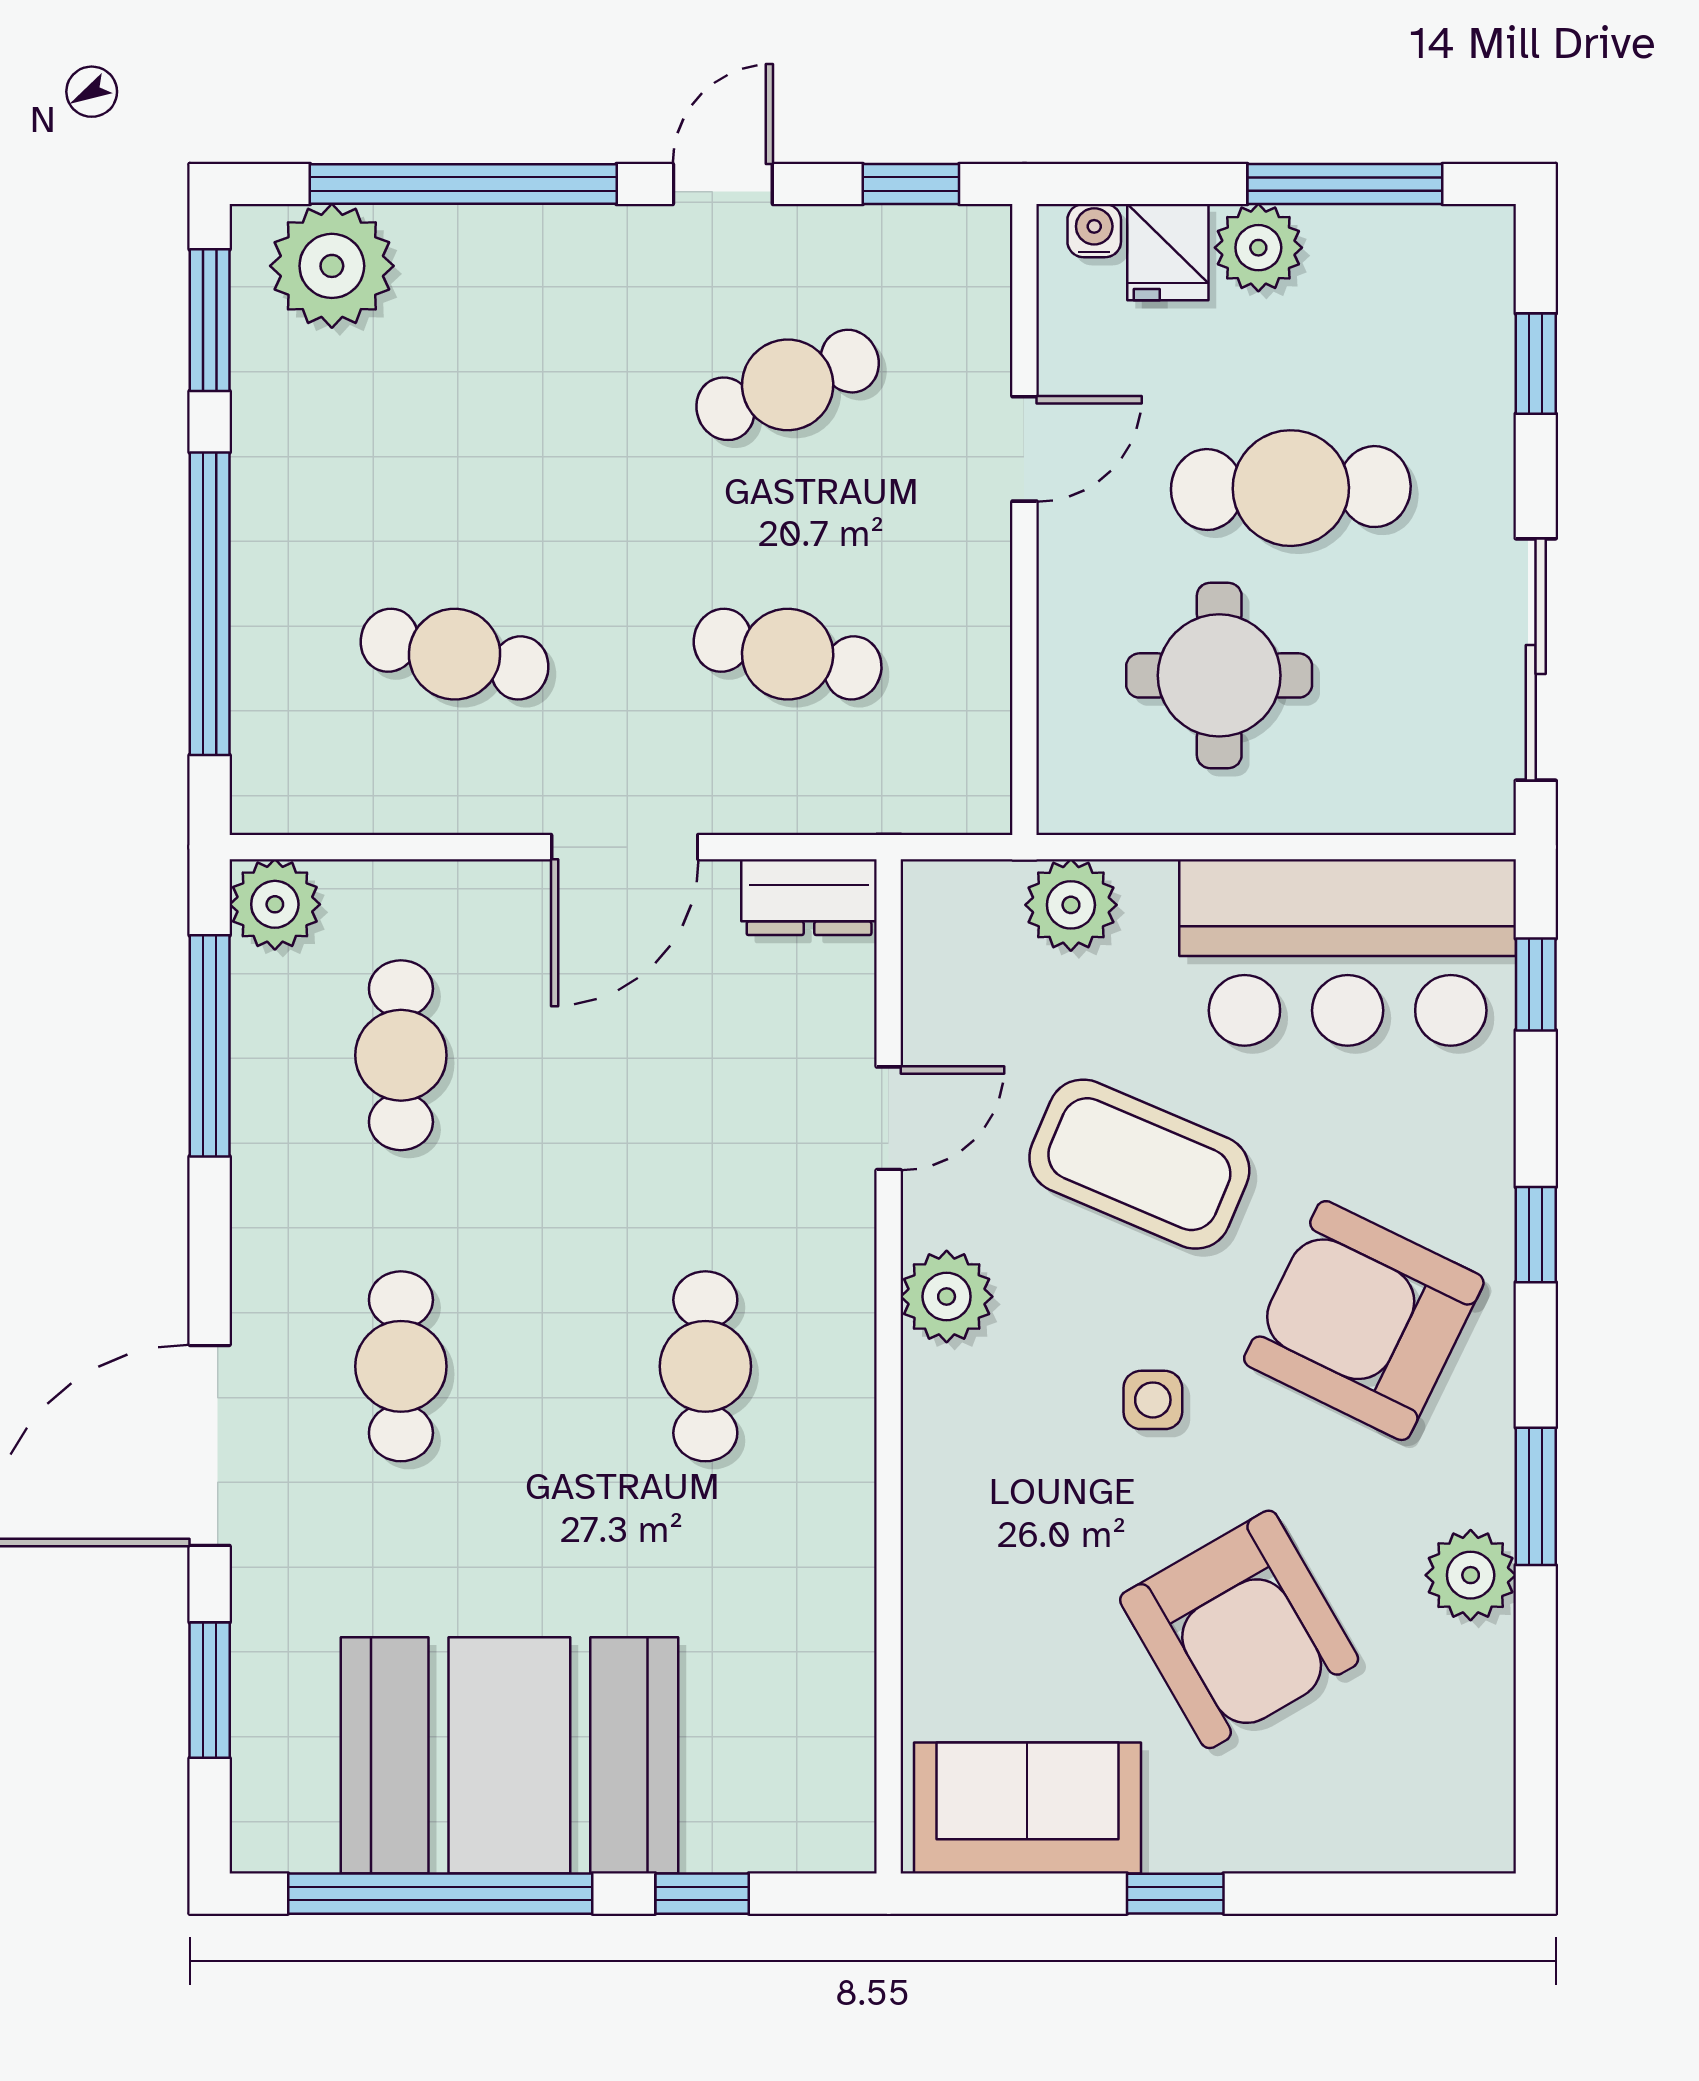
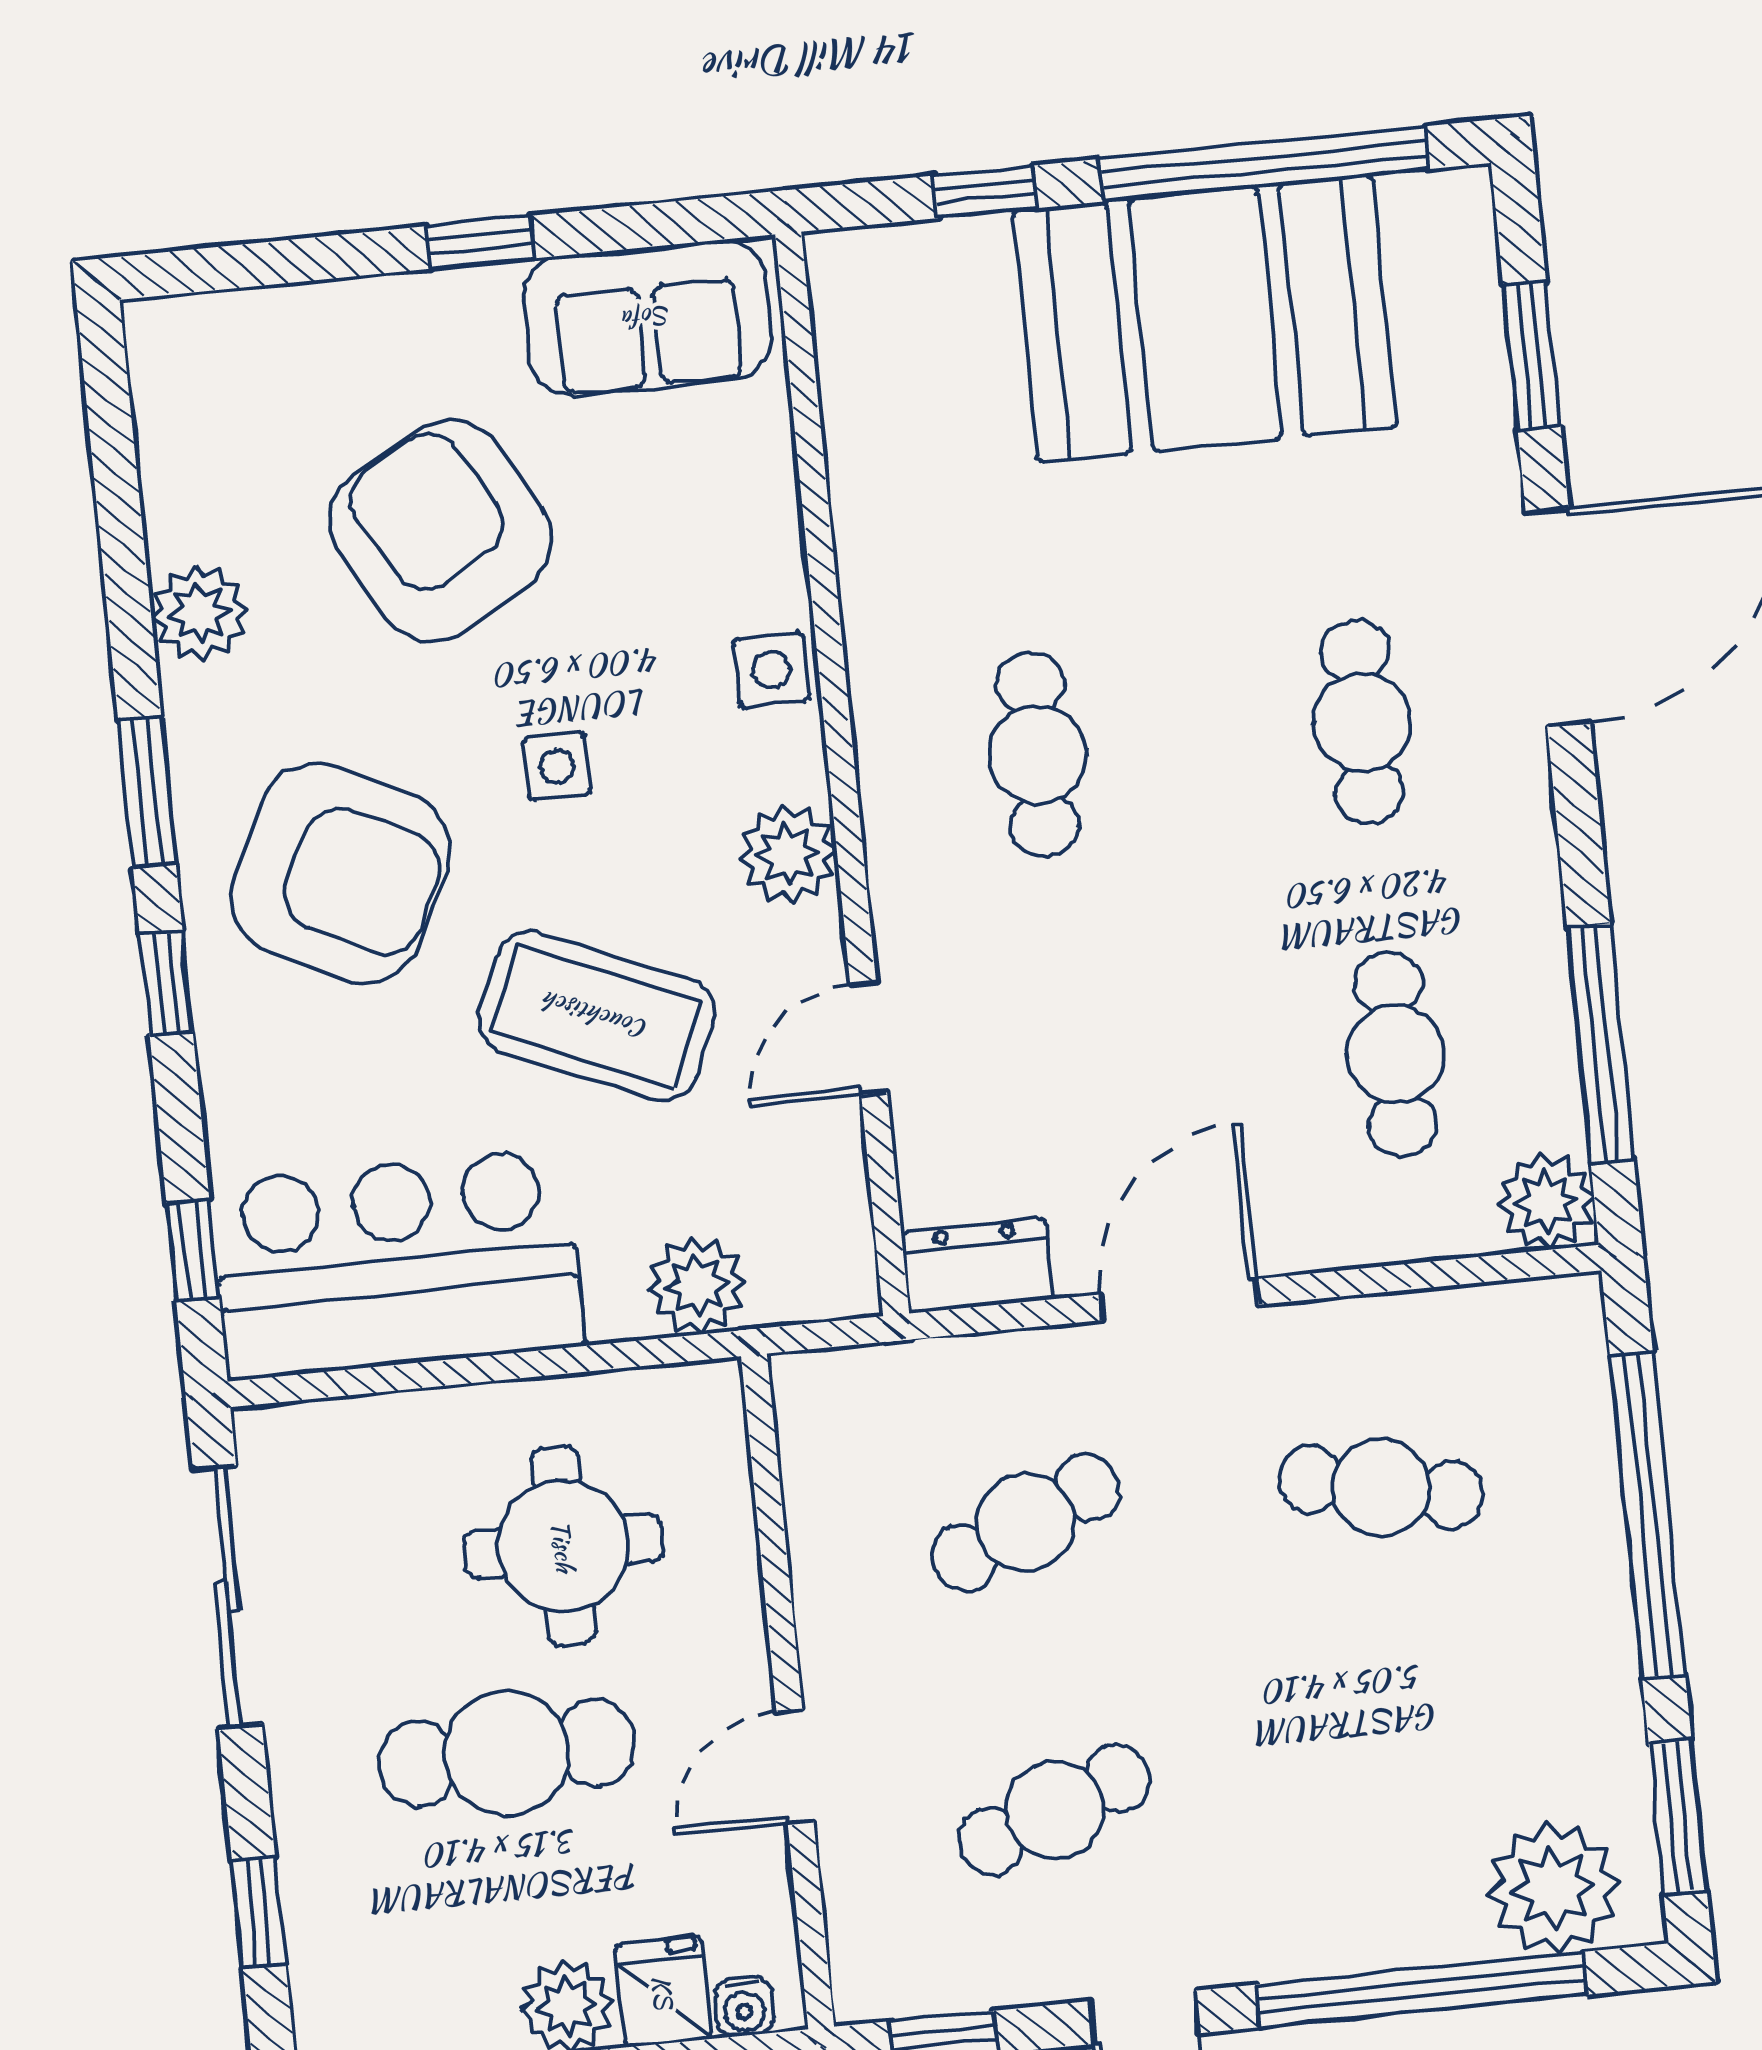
cafe table: (788, 654) -> (1026, 1523), turned -36
side table: (945, 1470) -> (771, 670), added
window: (1536, 1496) -> (147, 792), moved

